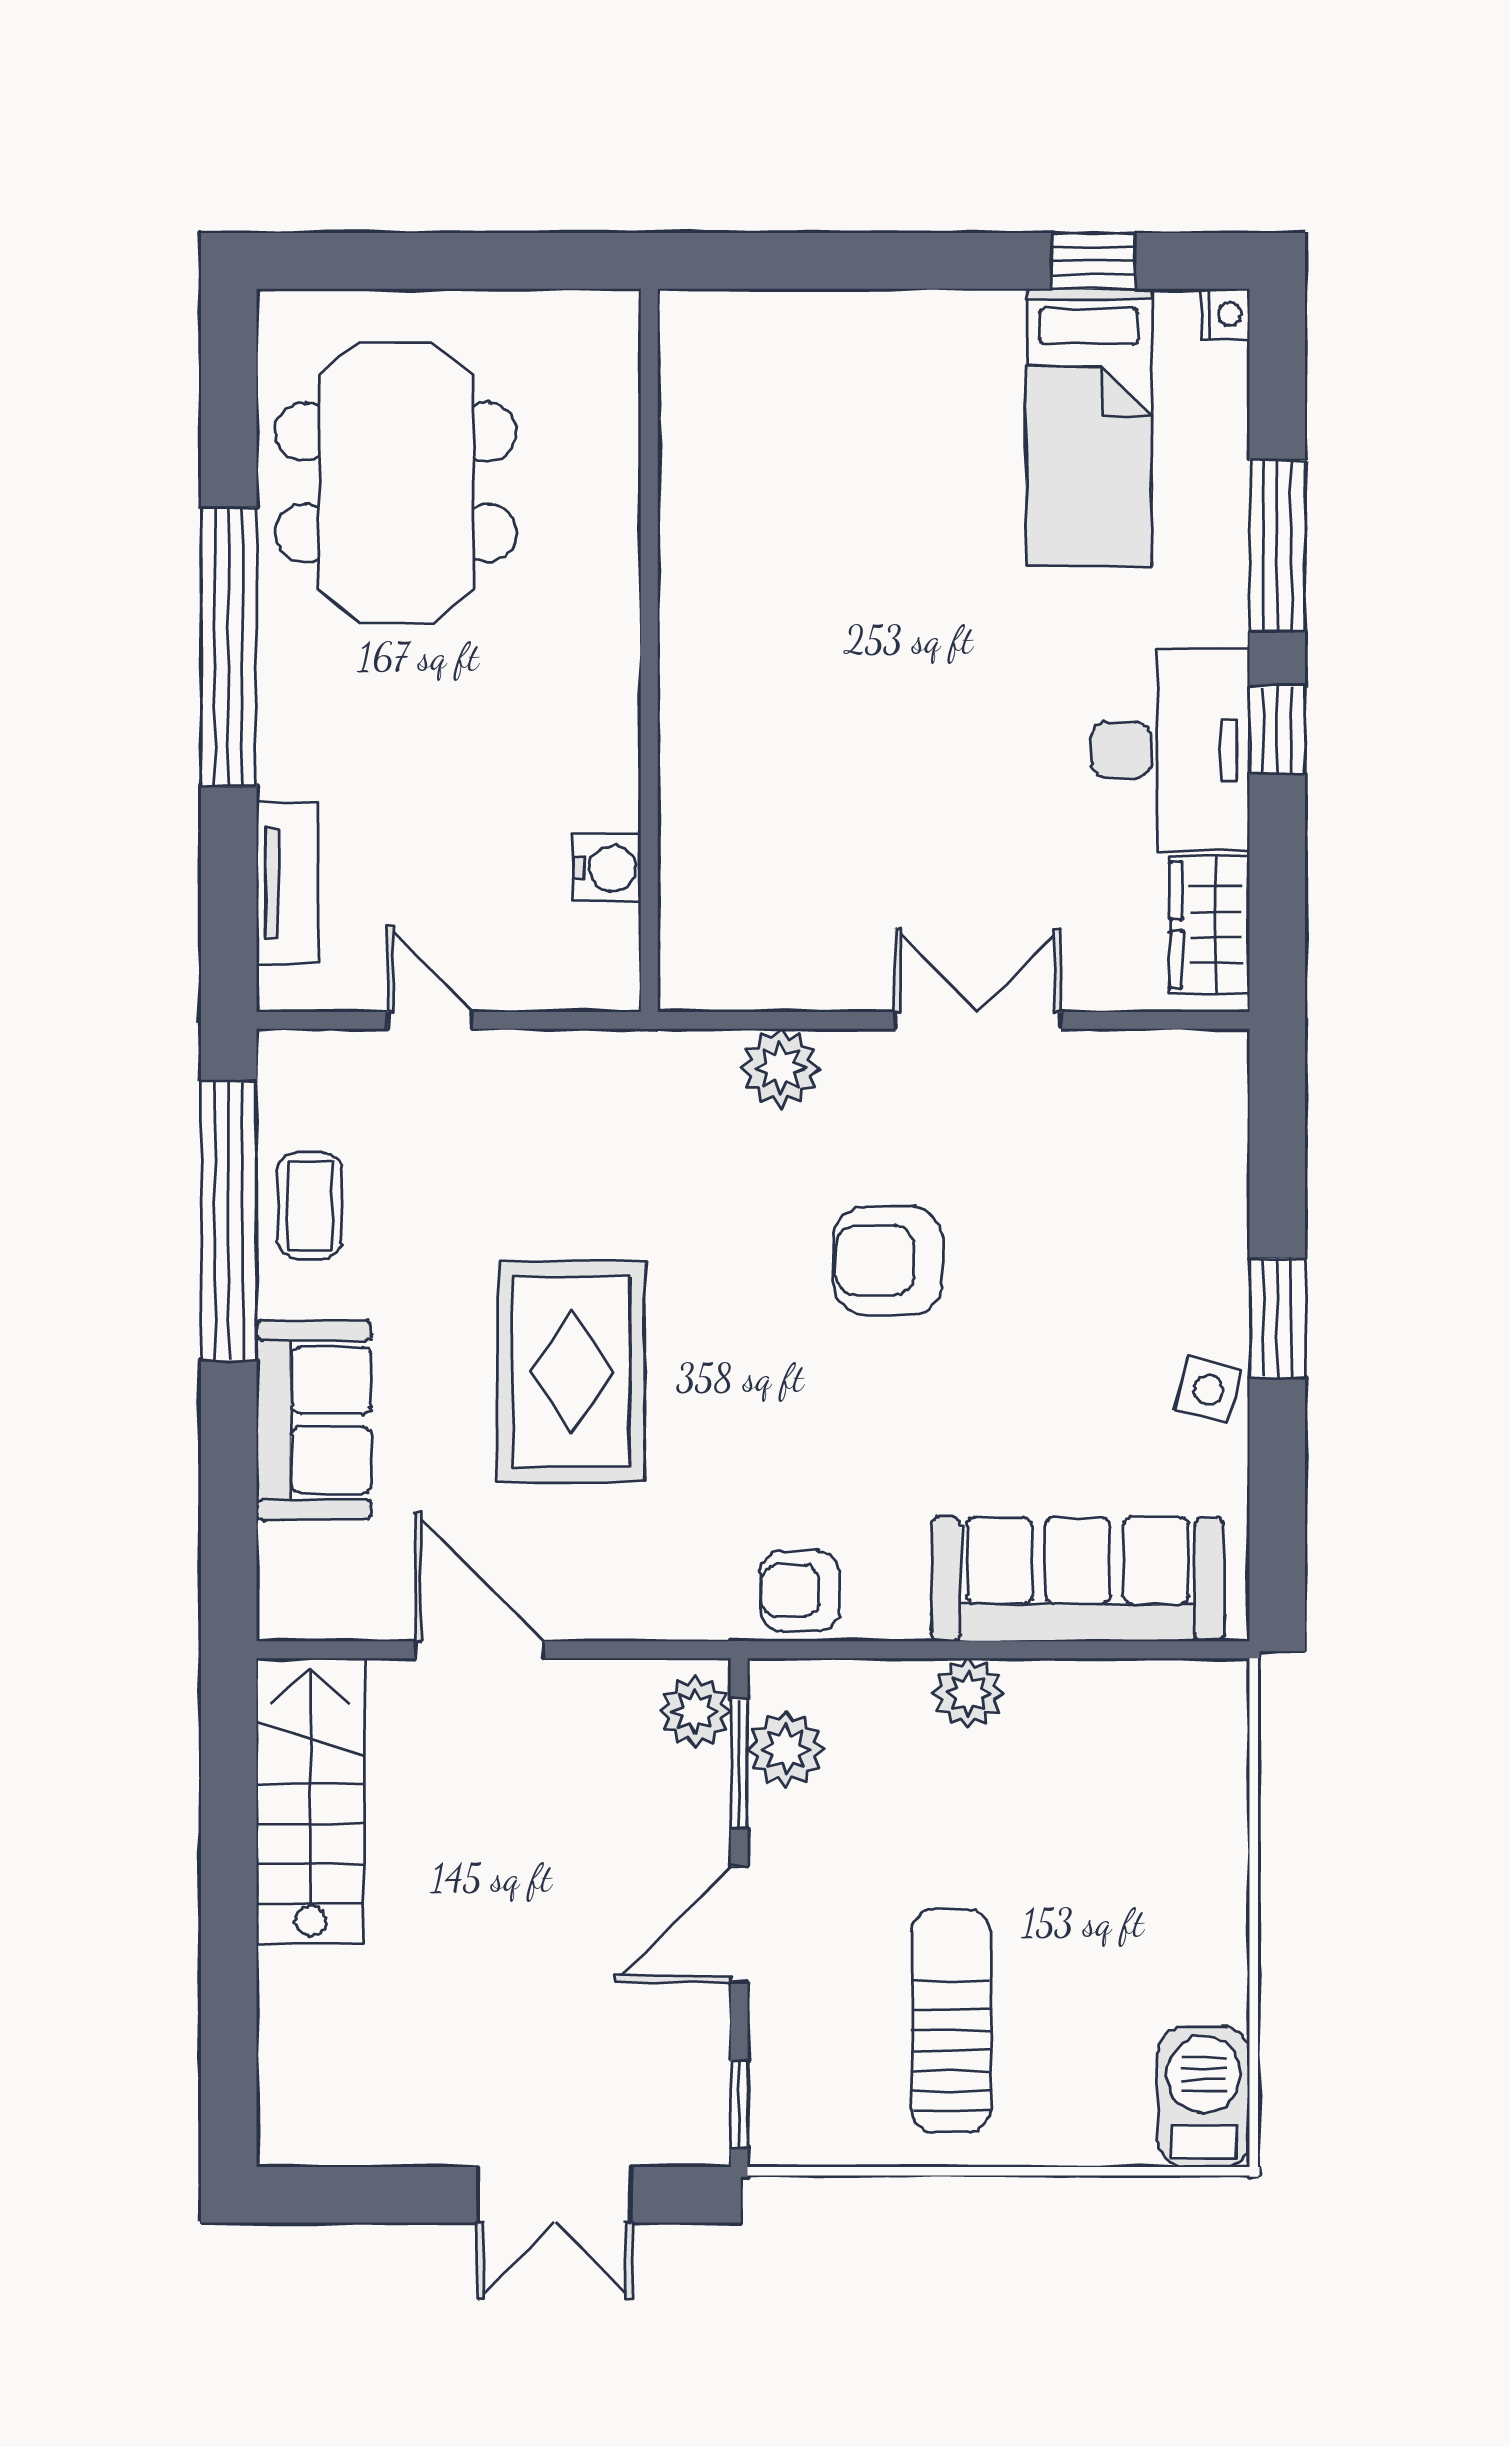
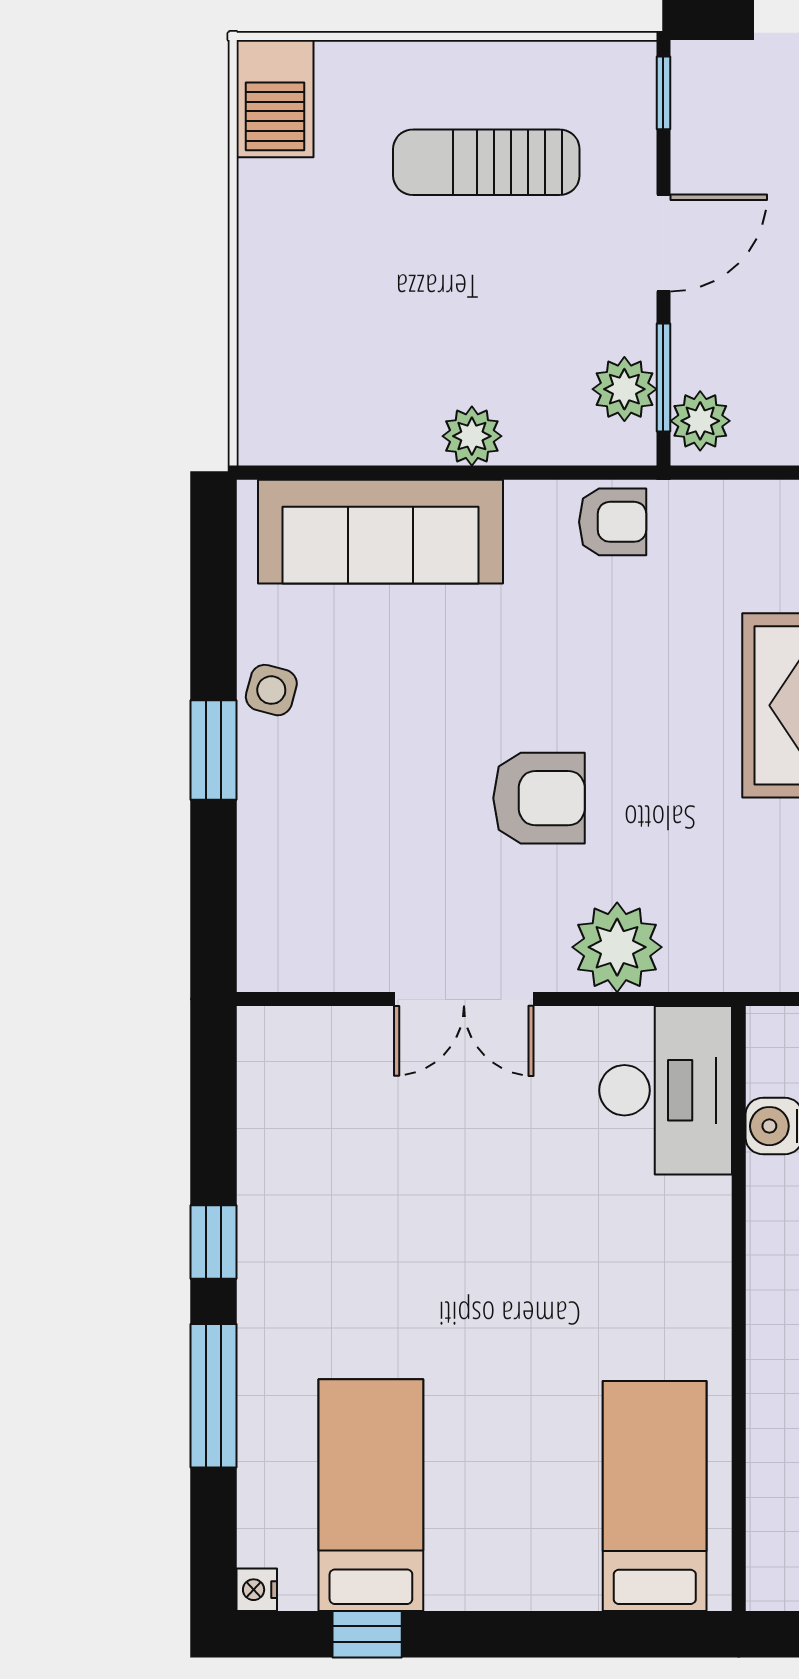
bed: (750, 426) -> (655, 1496), added
desk: (1170, 750) -> (666, 1090), moved, turned 180
wardrobe: (1210, 925) -> (270, 1079), removed
plant: (780, 1068) -> (617, 947), width x1.36, depth x1.36
sun lounger: (951, 2021) -> (486, 162), turned 90

